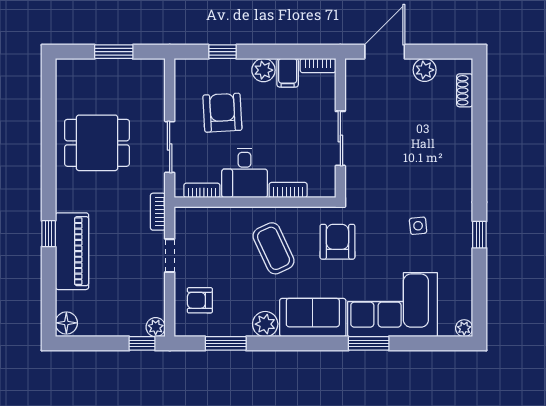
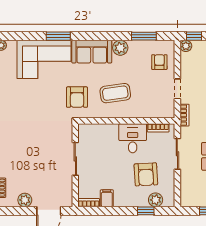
plant: (263, 70) -> (156, 200), moved
bookcase: (288, 190) -> (107, 128), removed
side table: (418, 226) -> (29, 107), removed
coffee table: (274, 248) -> (115, 93), turned -73
armchair: (200, 300) -> (159, 62), turned -90

